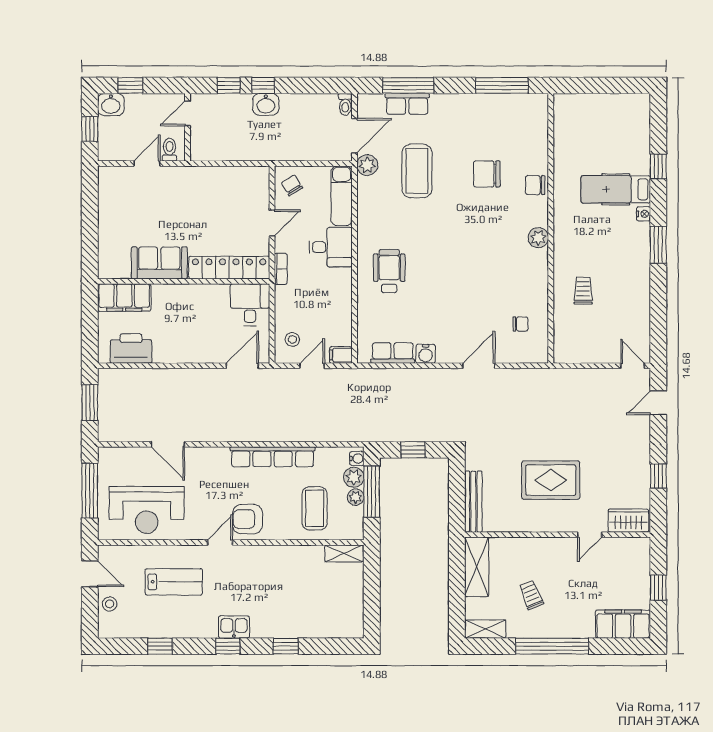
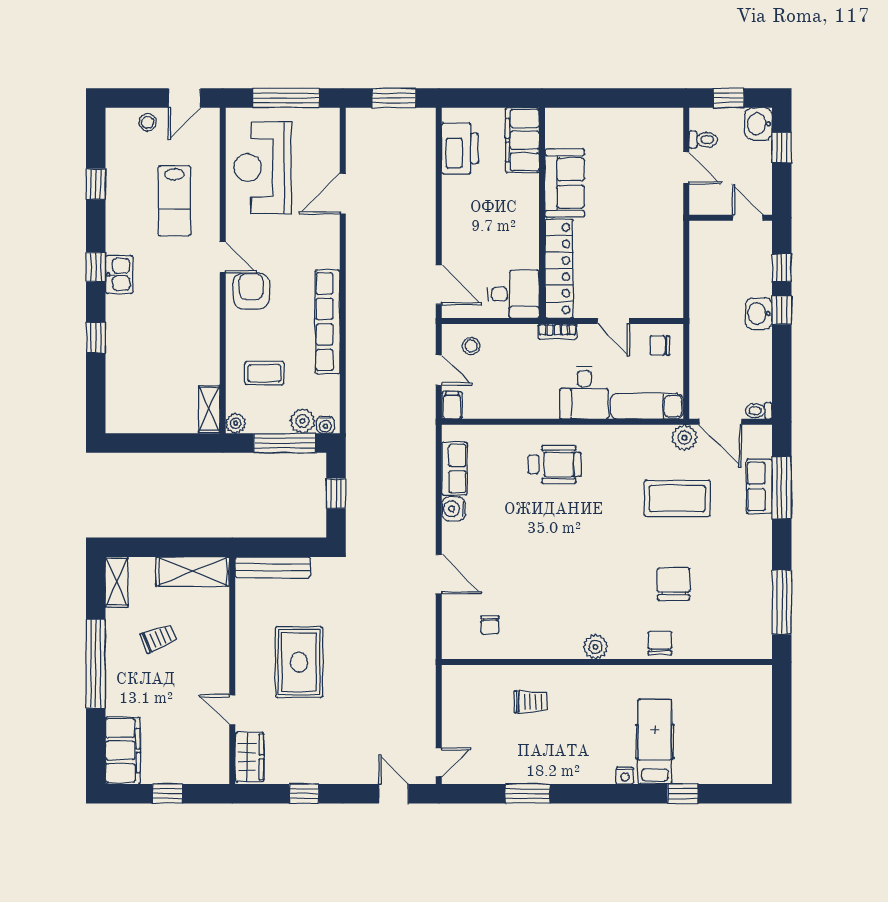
toilet: (169, 150) -> (703, 140), moved
chair: (292, 185) -> (660, 345), turned -149
window: (658, 245) -> (528, 794), moved
plant: (356, 497) -> (236, 423), moved
coffee table: (315, 508) -> (264, 373), width x0.73, depth x0.77

